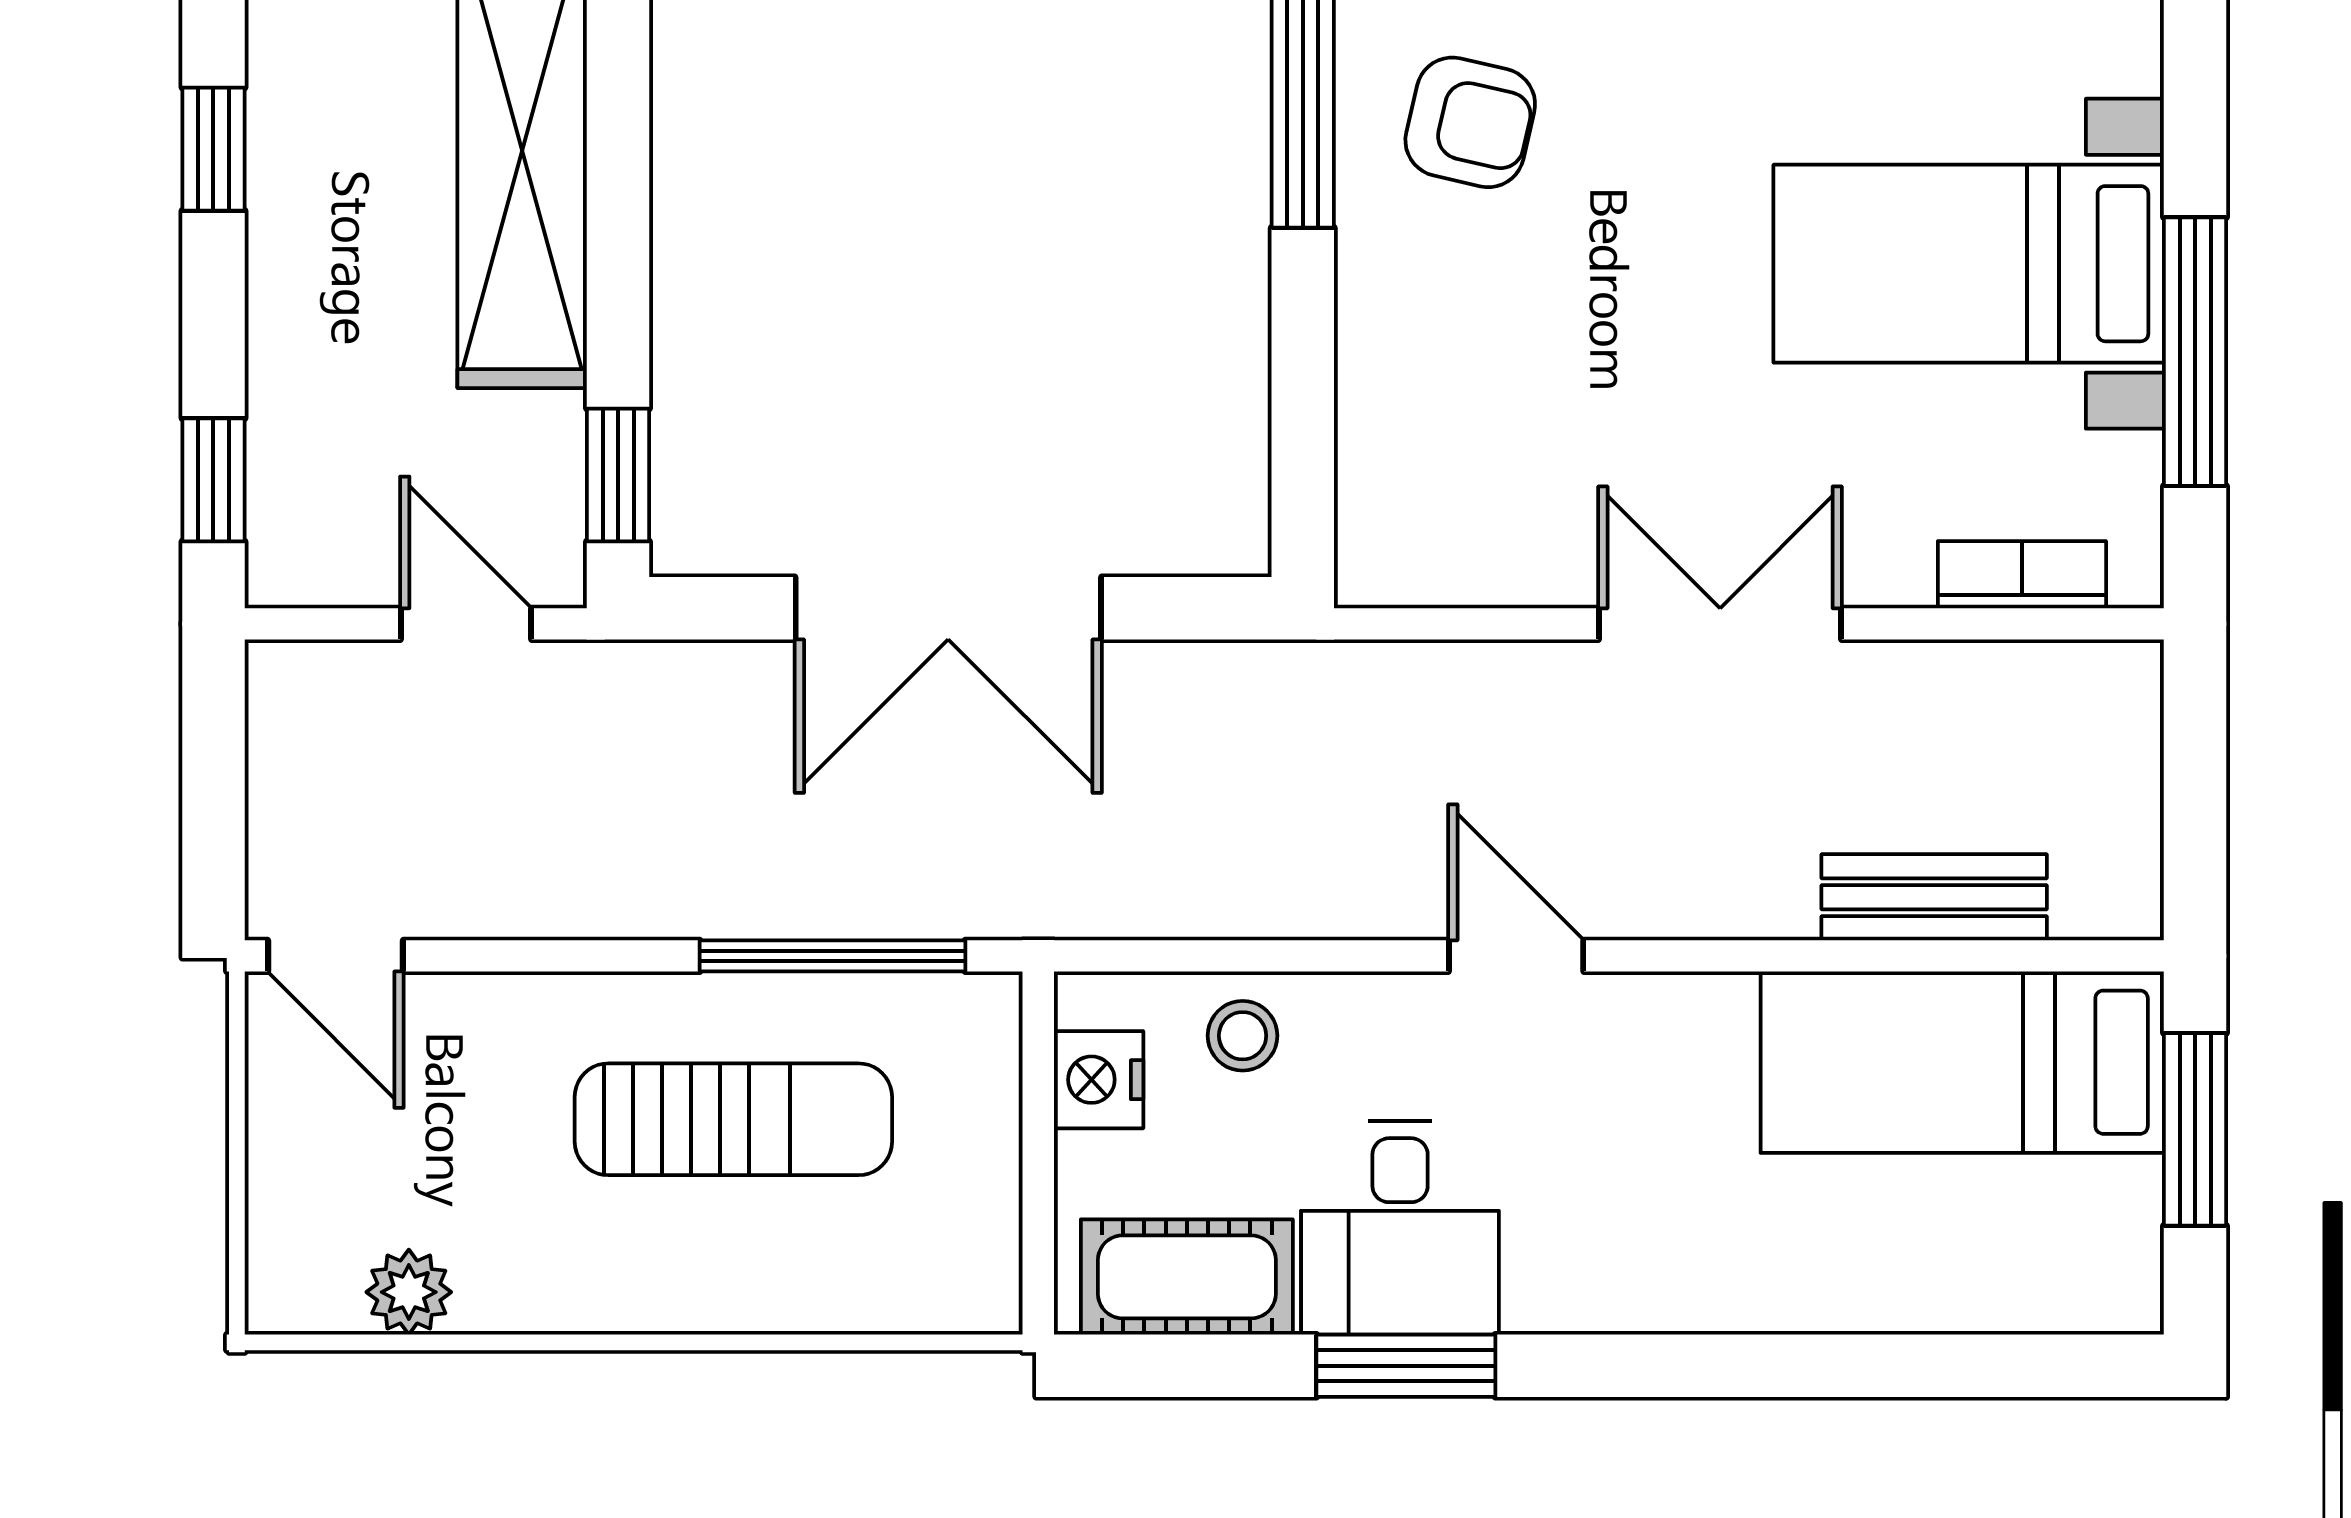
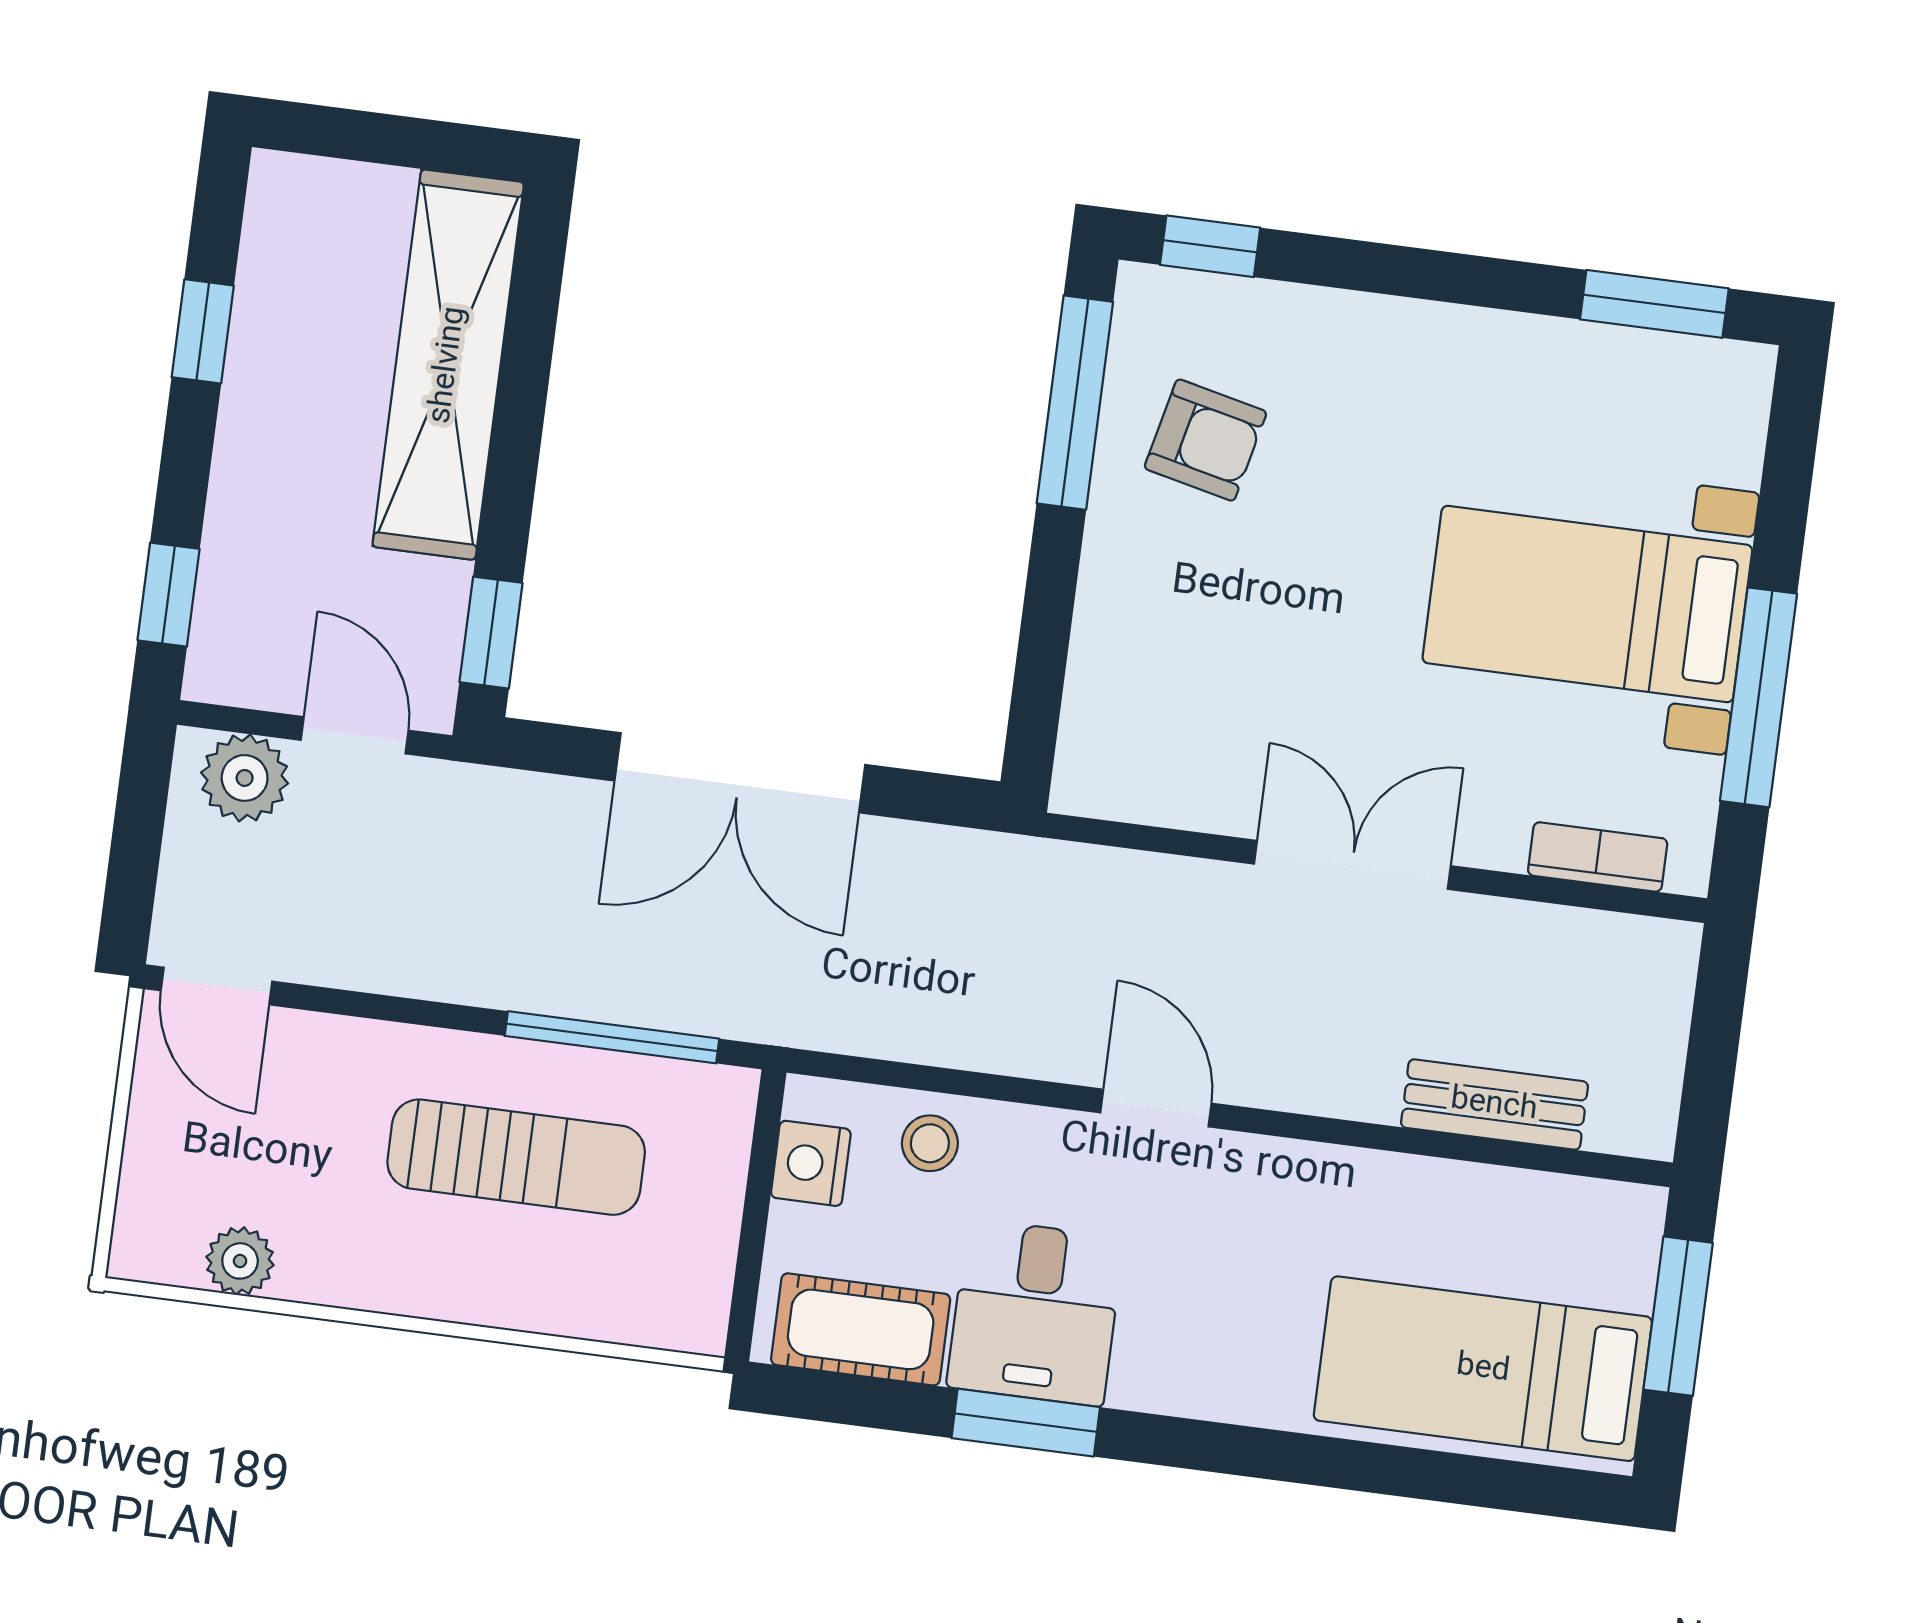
plant: (337, 694) -> (245, 778), added
bed: (1962, 1062) -> (1483, 1369), moved

